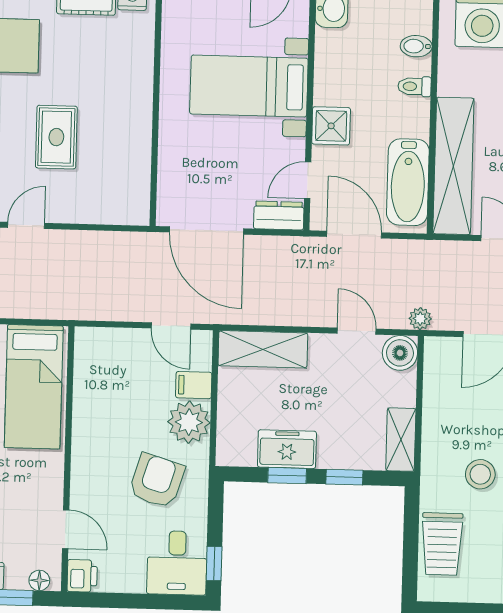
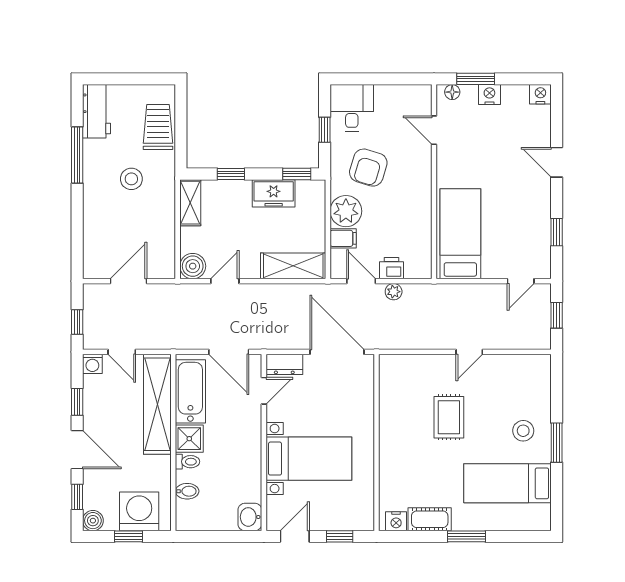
shower: (331, 126) -> (189, 439), moved
plant: (420, 319) -> (394, 292), moved
door: (357, 331) -> (225, 281), swing flipped
window: (287, 476) -> (297, 174), moved
window: (214, 564) -> (325, 130), moved
printer: (82, 576) -> (392, 268), moved, turned 90

